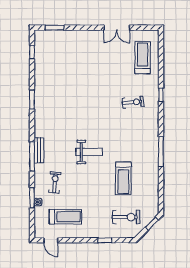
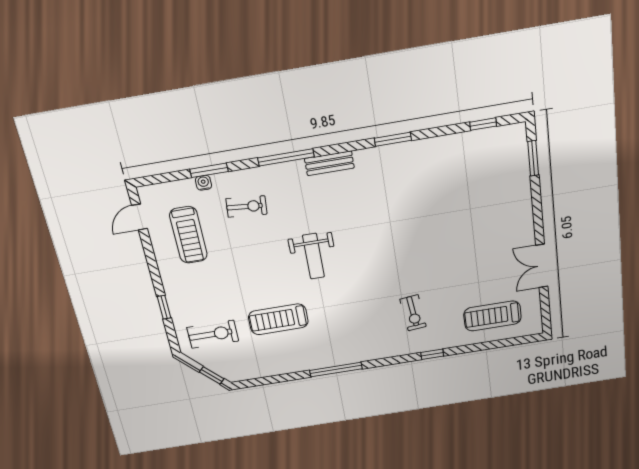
treadmill: (143, 58) -> (492, 316), turned 180
bench: (39, 150) -> (329, 163), moved
exercise bike: (126, 217) -> (213, 334), turned -90

